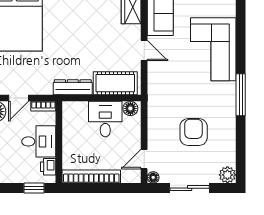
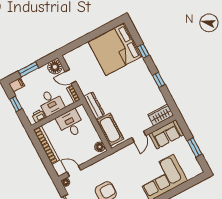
desk: (105, 119) -> (71, 124), moved, turned -90
window: (34, 188) -> (16, 104), moved

